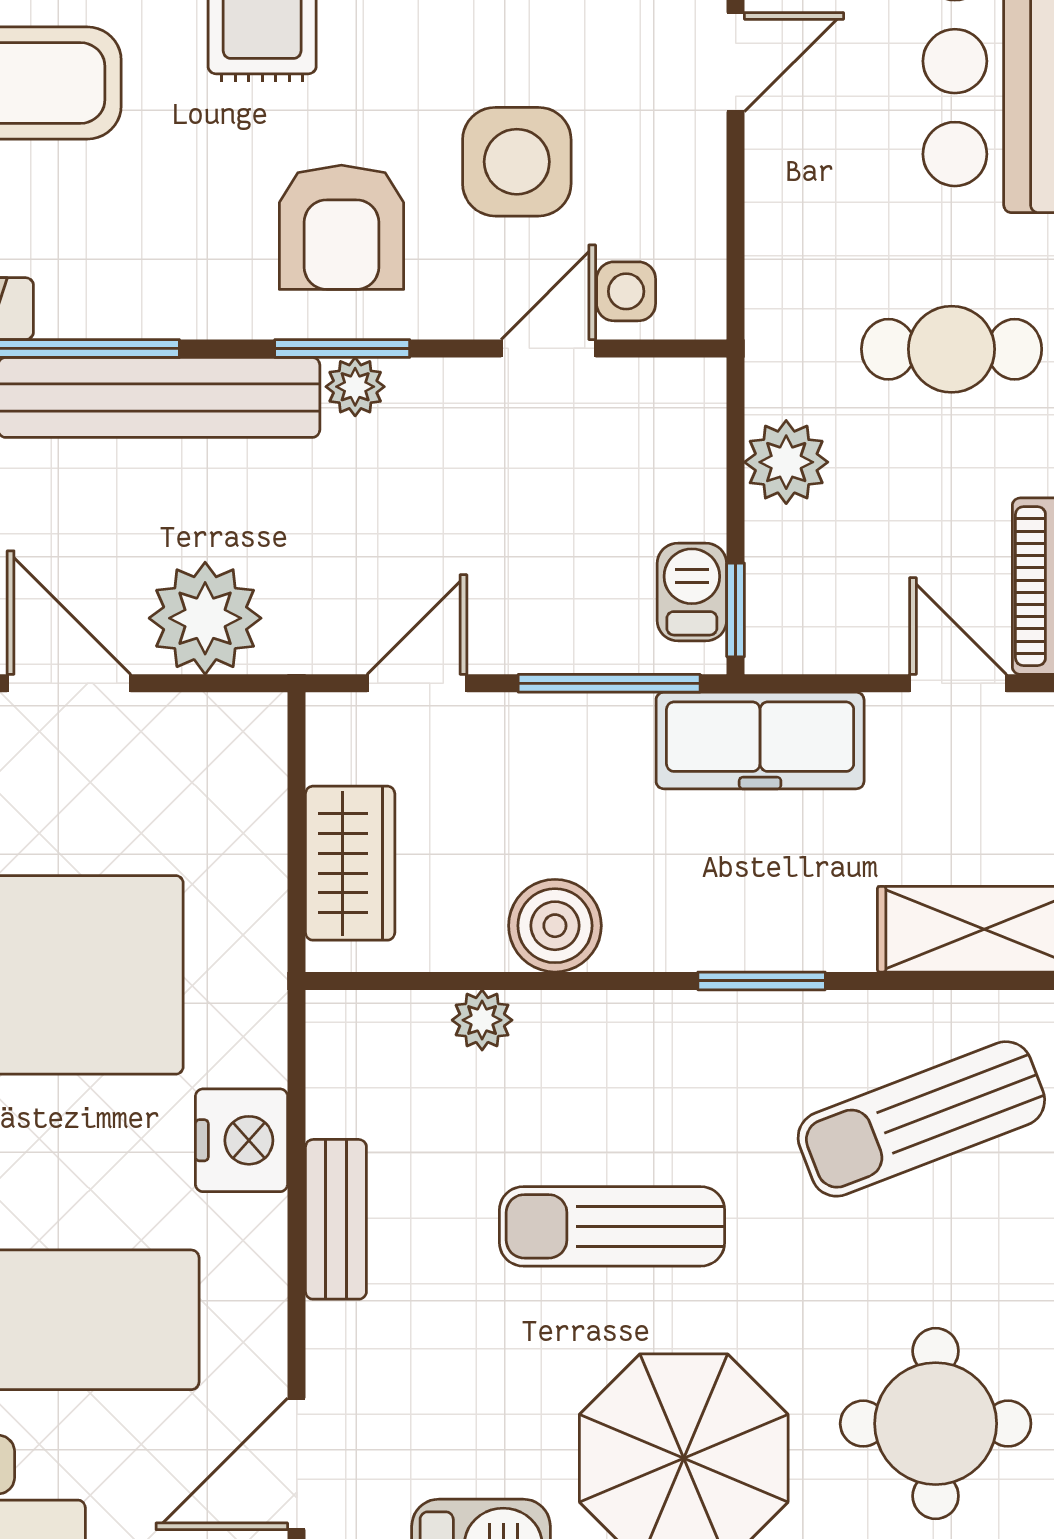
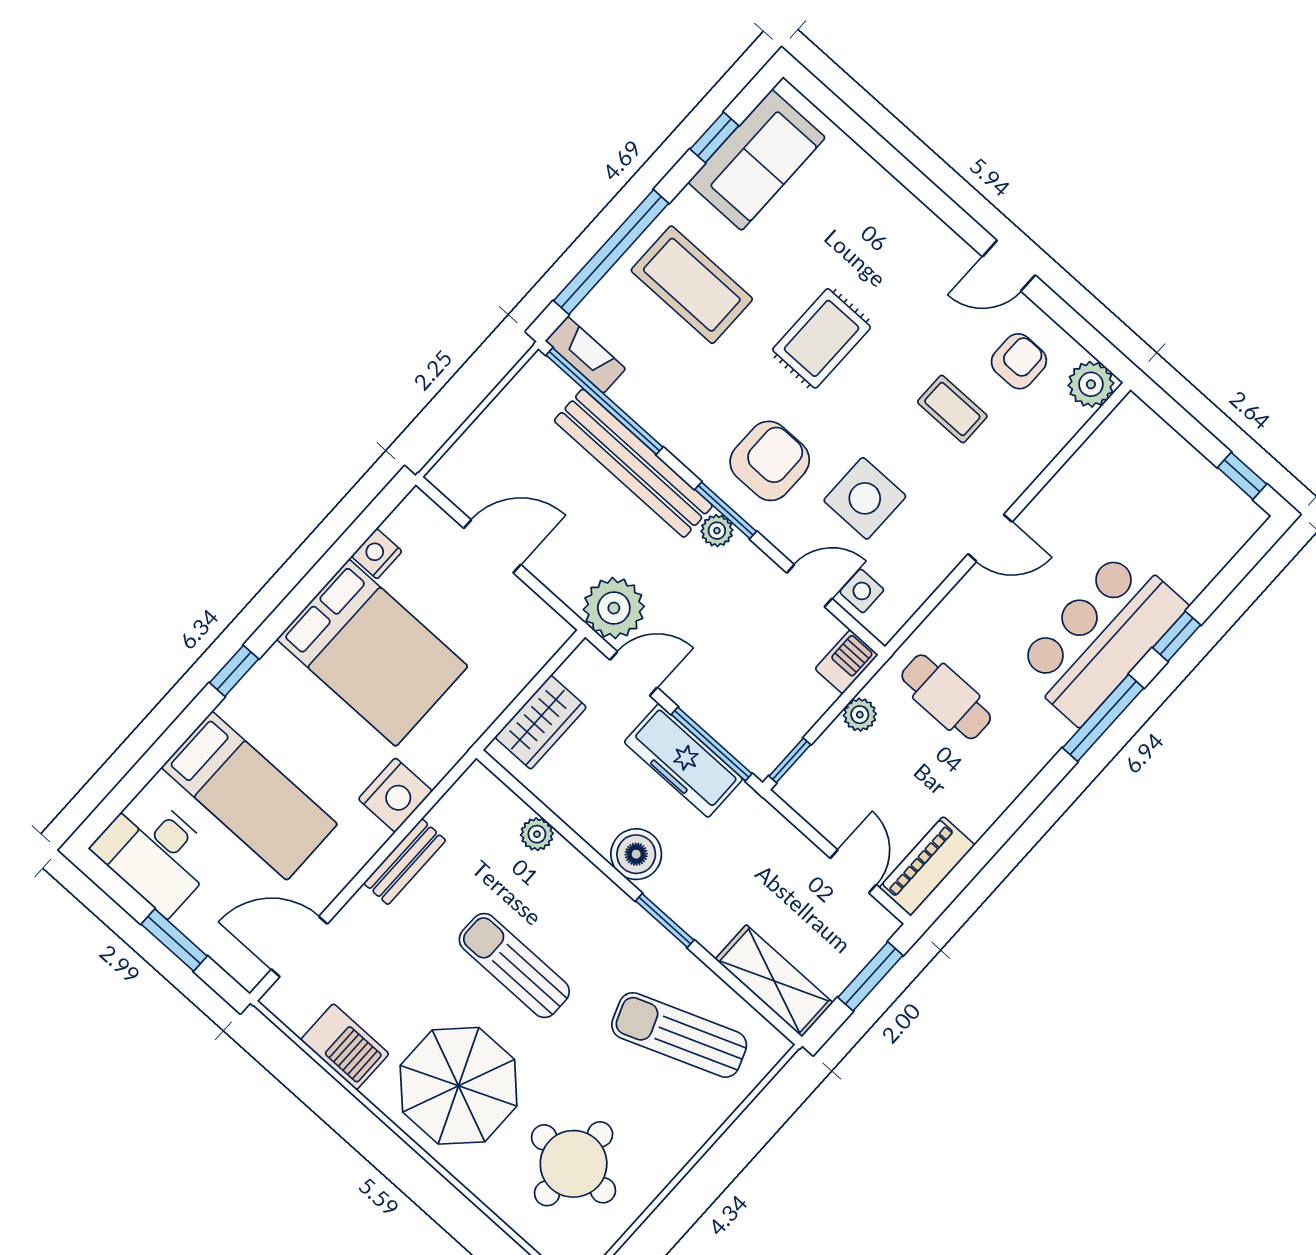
armchair: (341, 227) -> (770, 461), turned 180
cafe table: (952, 349) -> (946, 697), moved
plant: (786, 462) -> (860, 715), width x0.73, depth x0.73
barbecue: (692, 592) -> (846, 662), moved
plant: (205, 618) -> (614, 608), moved
door: (69, 683) -> (492, 546), hinge flipped
freezer: (760, 741) -> (683, 761), moved
boiler: (555, 926) -> (636, 854), moved

